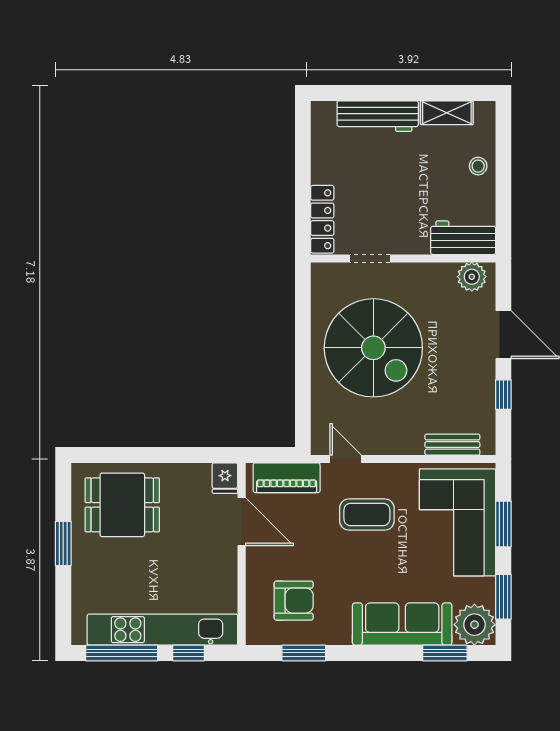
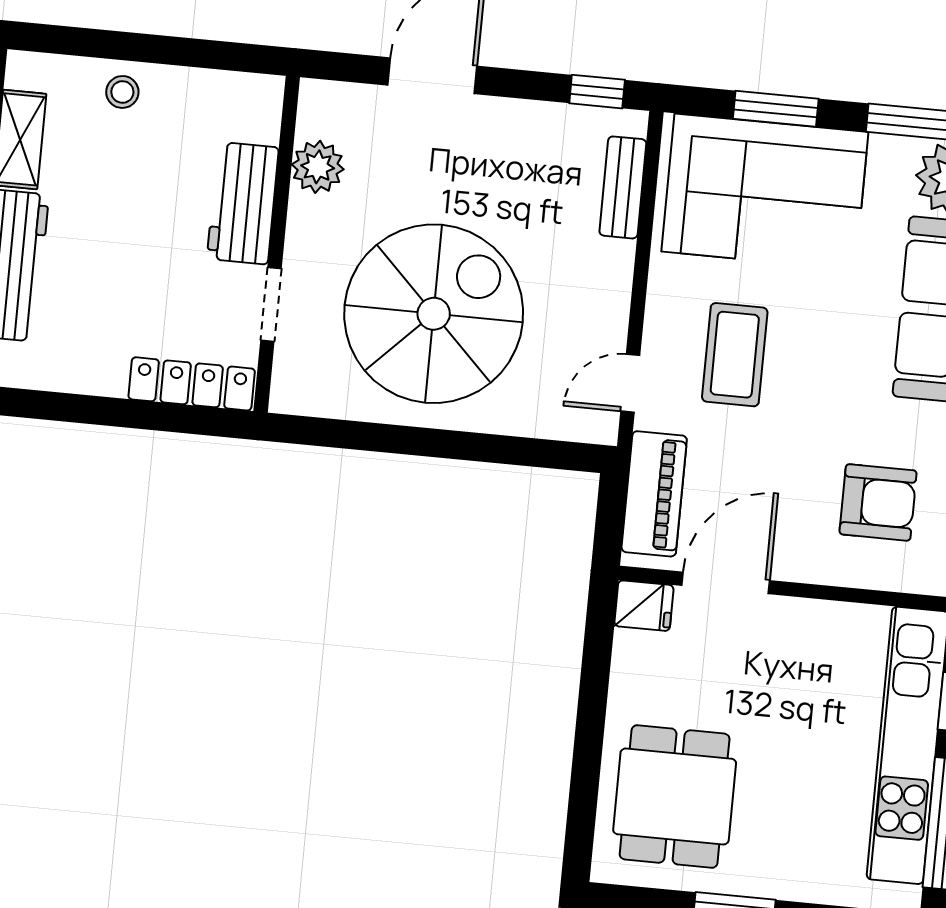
workbench: (463, 238) -> (243, 203), moved
plant: (472, 277) -> (318, 167), moved
window: (503, 395) -> (597, 92), moved
armchair: (294, 601) -> (878, 502), turned 90

